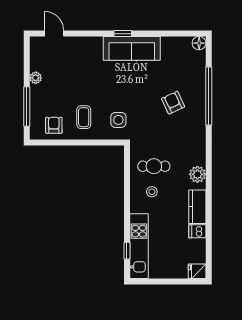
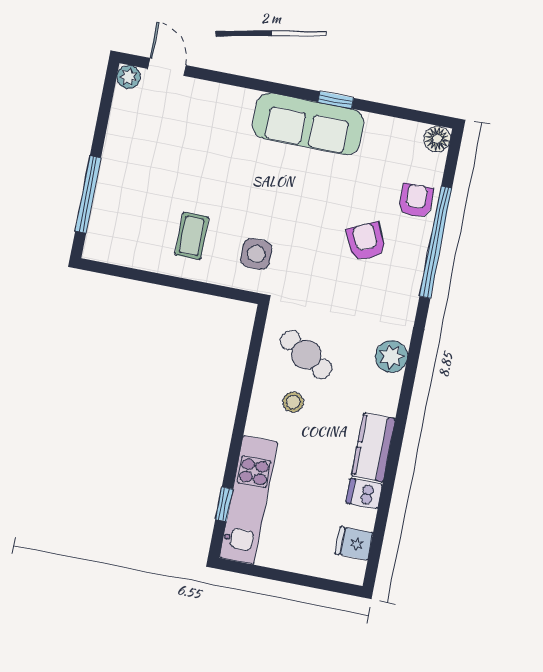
window: (123, 34) -> (336, 100), moved
plant: (36, 78) -> (129, 77), moved
armchair: (54, 125) -> (416, 201), moved
cafe table: (154, 166) -> (306, 355), turned 31
plant: (197, 174) -> (391, 356), moved
fridge: (197, 271) -> (354, 543), moved

